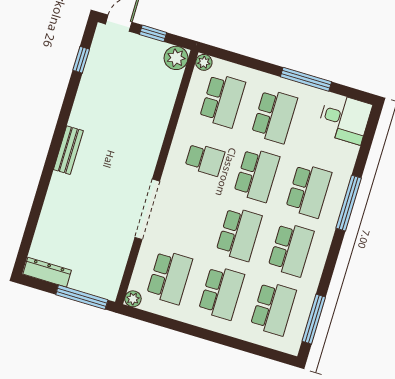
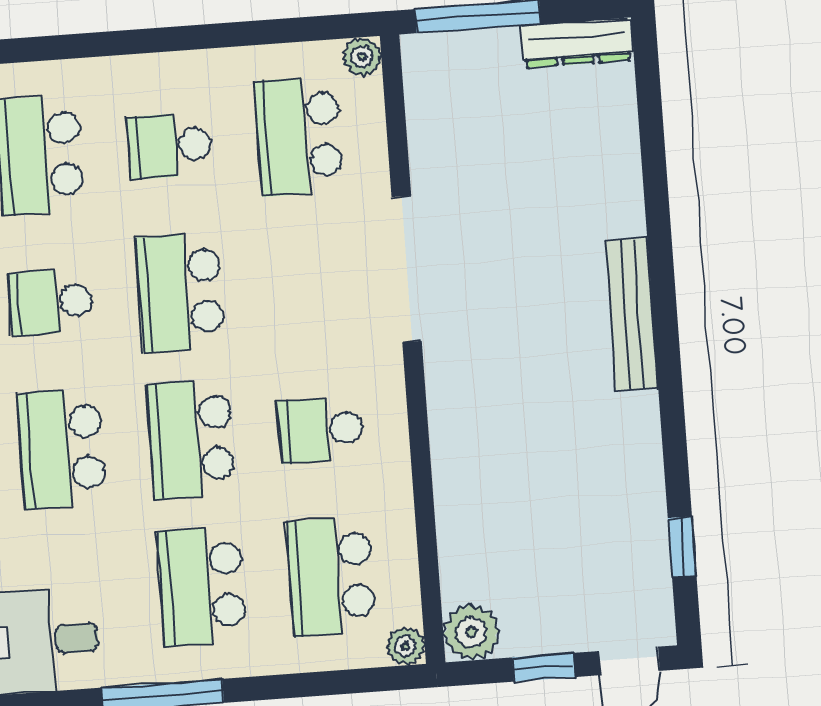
bench: (68, 150) -> (632, 314), width x1.36
school desk: (291, 249) -> (51, 302), width x0.54
school desk: (221, 293) -> (169, 146), width x0.54

